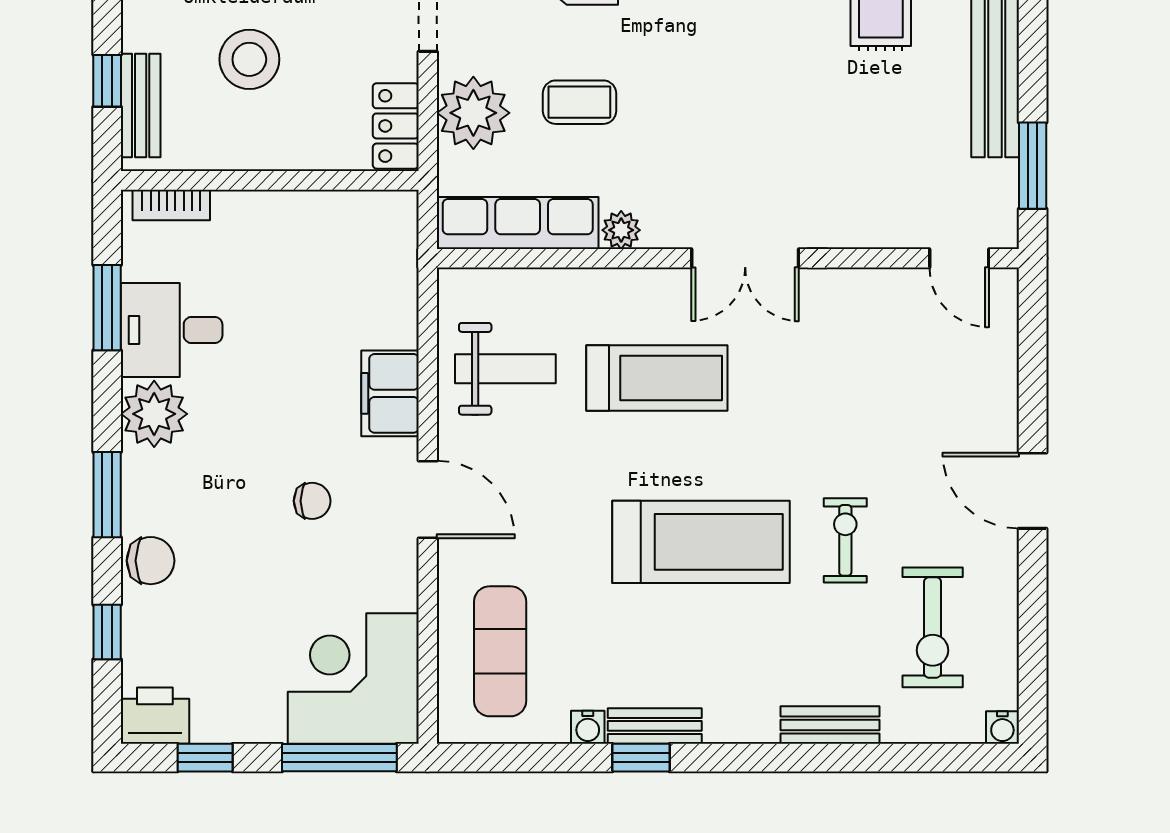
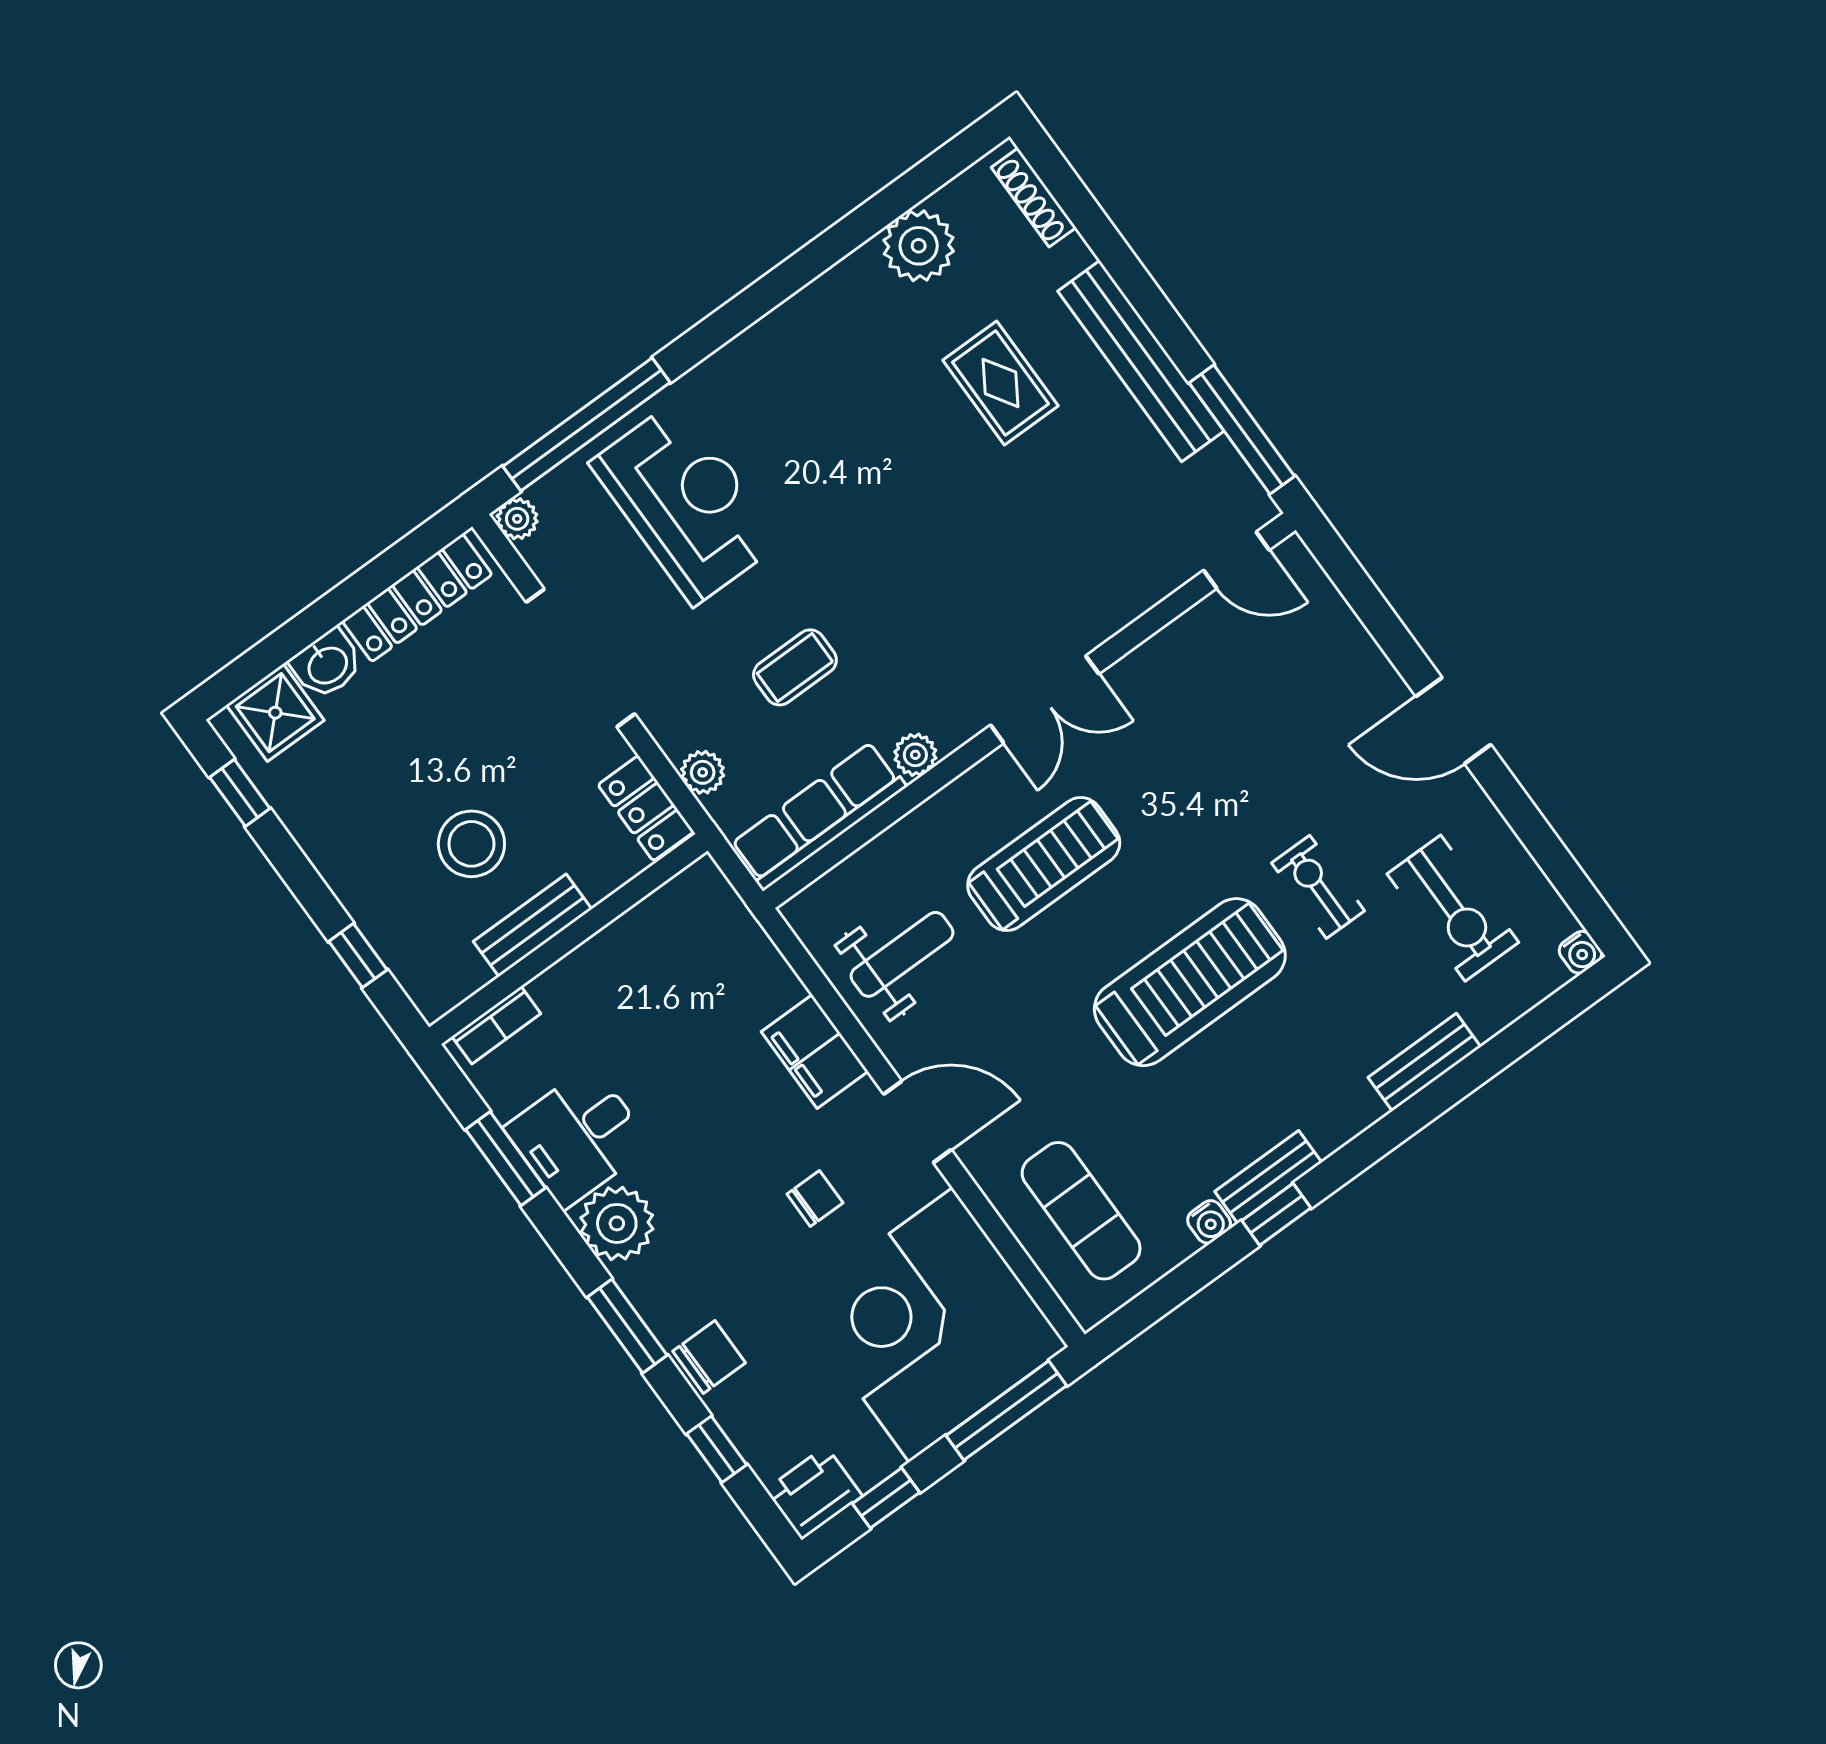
bench: (141, 105) -> (533, 925), moved, turned 90
plant: (473, 113) -> (703, 772), width x0.53, depth x0.53
window: (1033, 166) -> (1242, 429), width x1.44
corner desk: (353, 678) -> (931, 1325), width x1.36, depth x1.36

